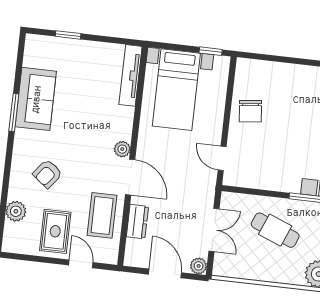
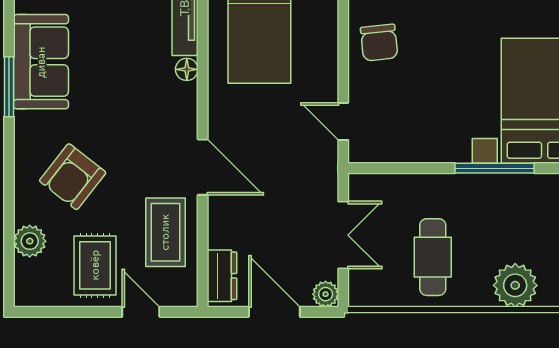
floor lamp: (127, 114) -> (187, 69), added
plant: (122, 149) -> (185, 125), removed
armchair: (48, 174) -> (73, 177), width x1.38, depth x1.38
dresser: (137, 221) -> (222, 276), moved
cafe table: (275, 230) -> (433, 257), moved, turned 68

